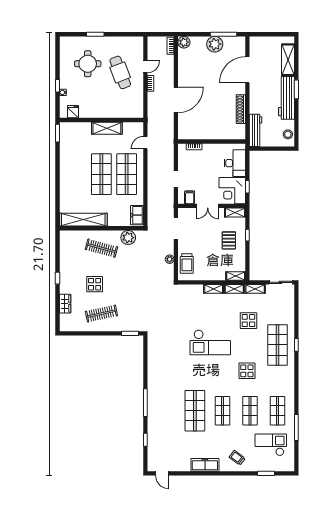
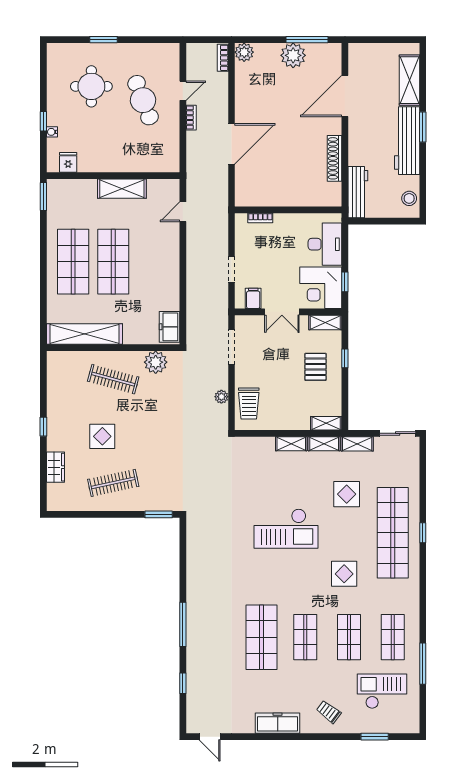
shop shelf: (127, 174) -> (73, 262), moved
shop shelf: (277, 345) -> (393, 533), width x1.40

